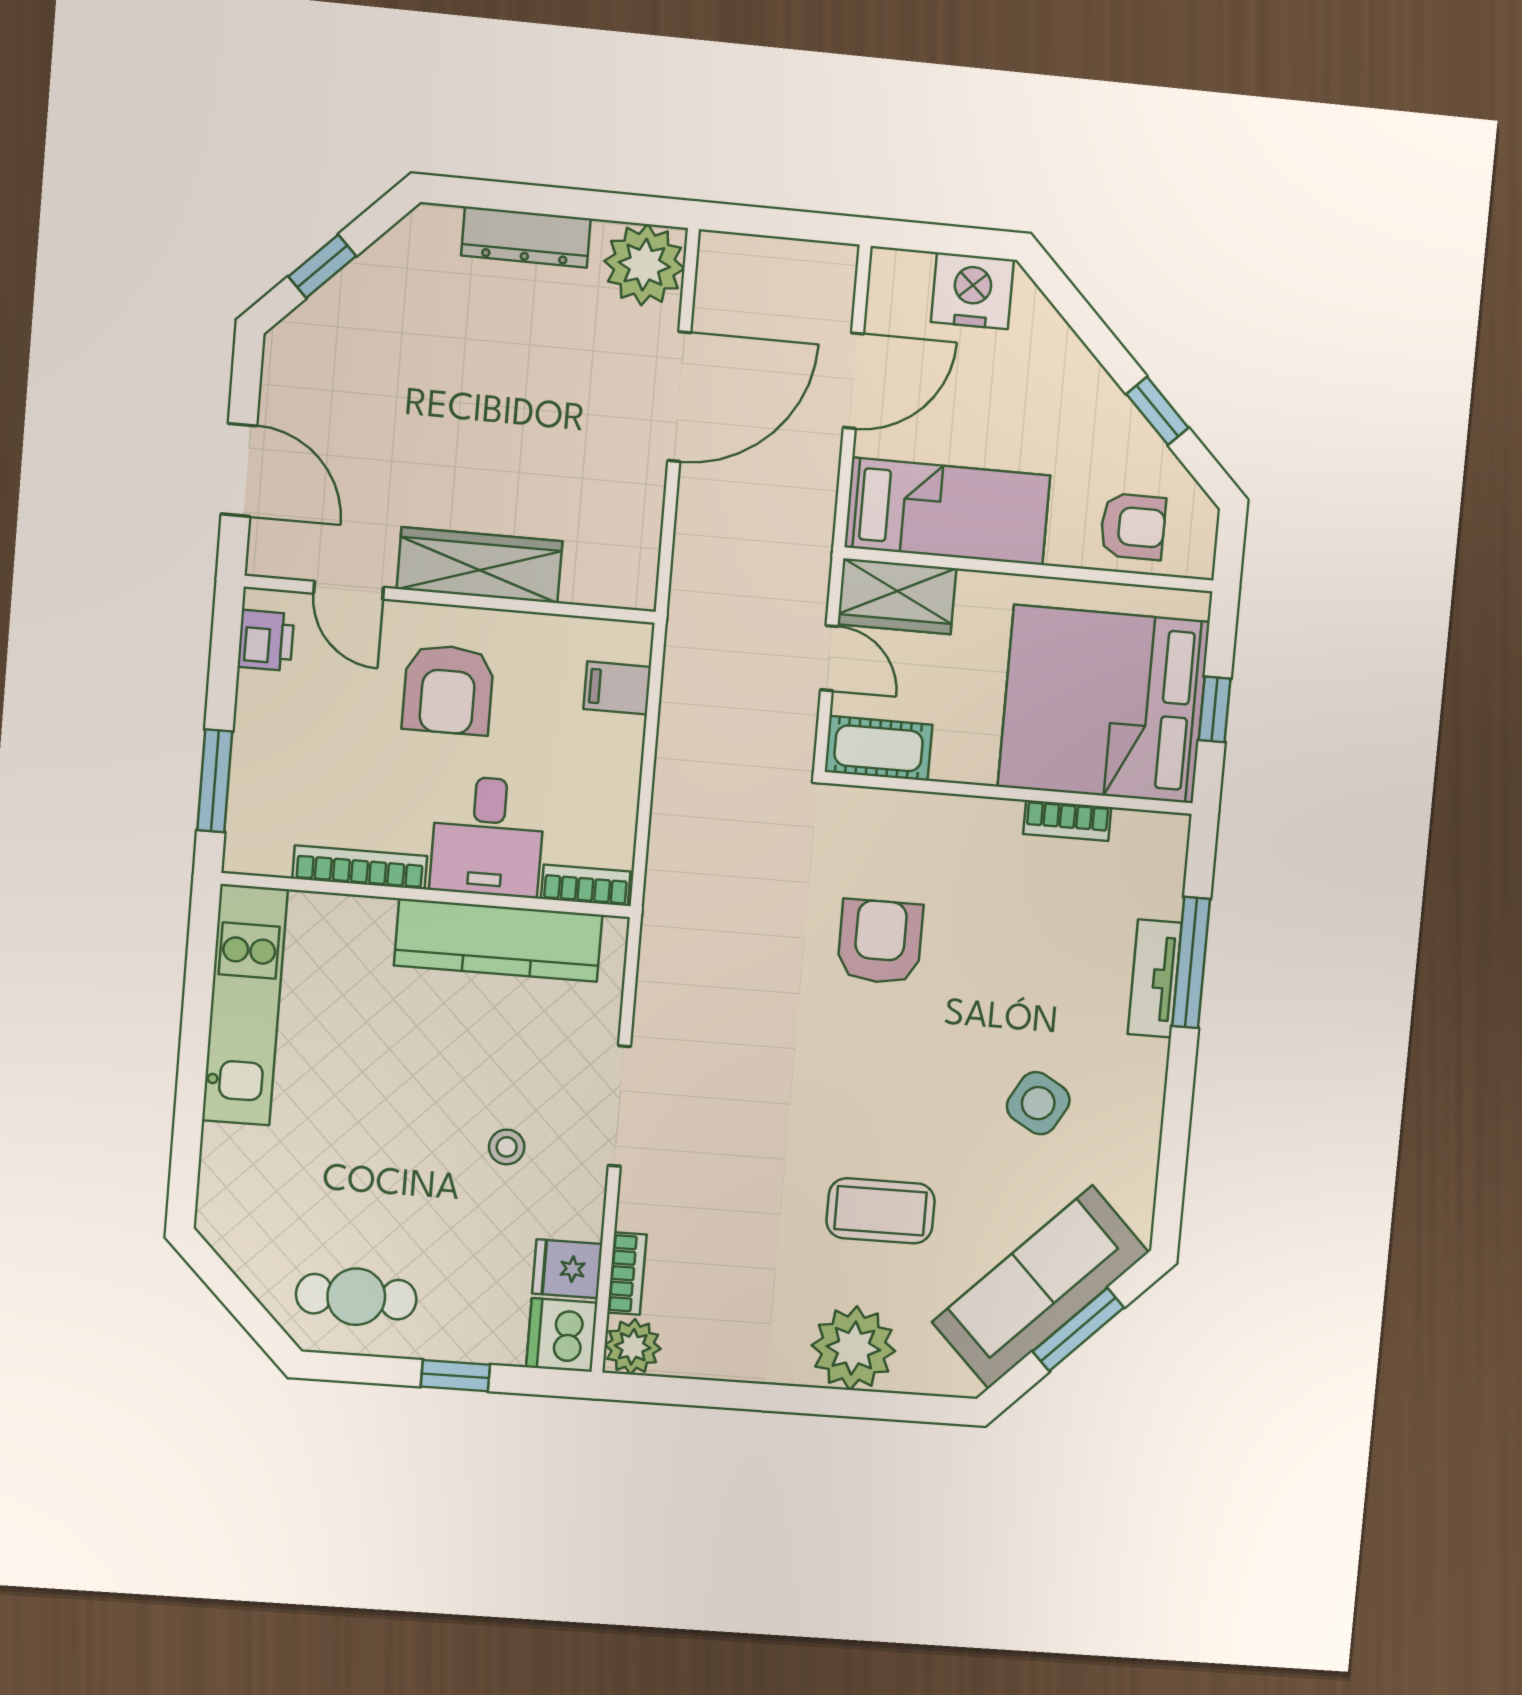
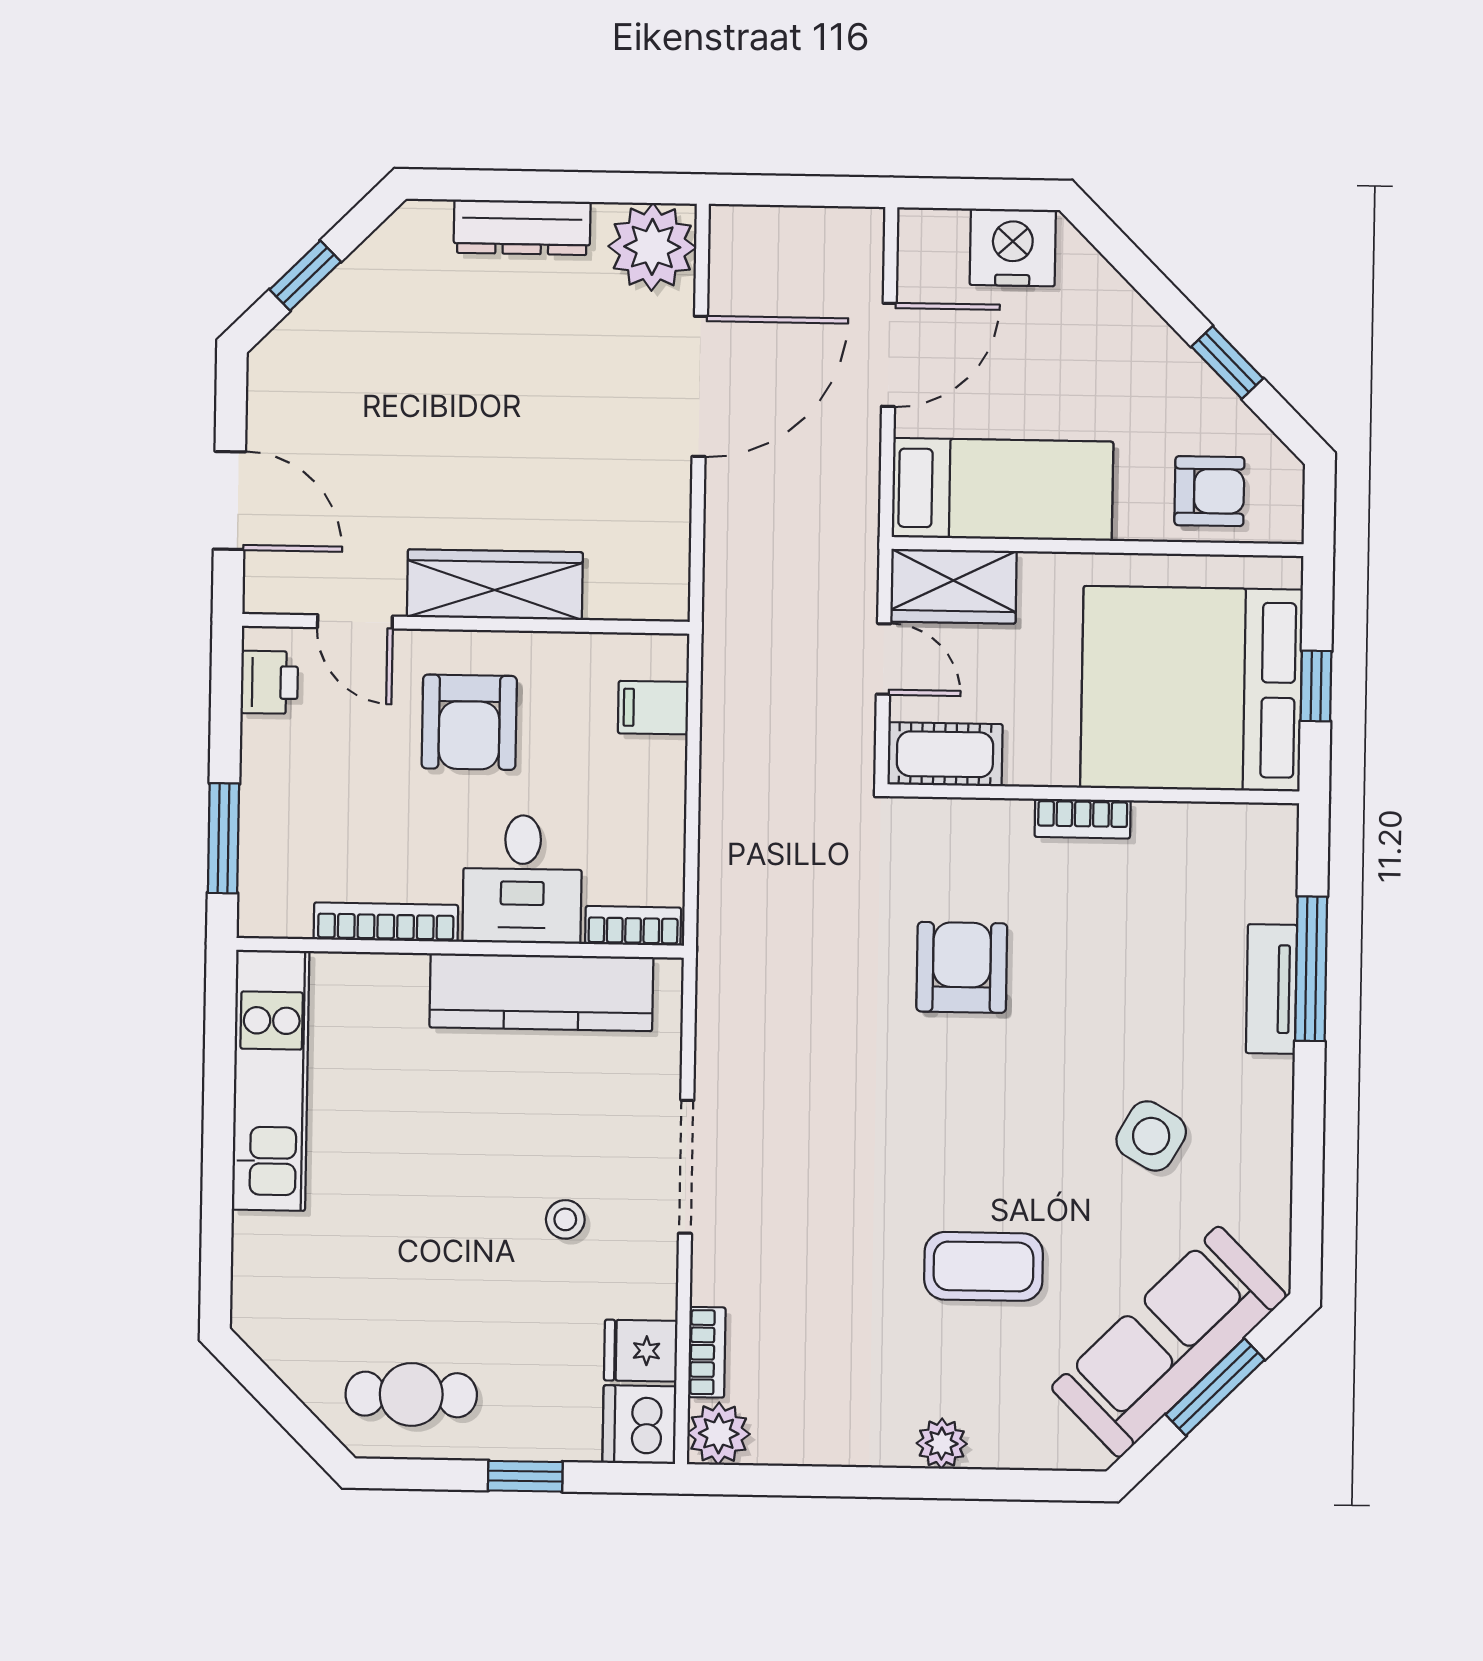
bookcase: (1067, 821) -> (1083, 819), moved
plant: (853, 1348) -> (942, 1444), width x0.53, depth x0.53

